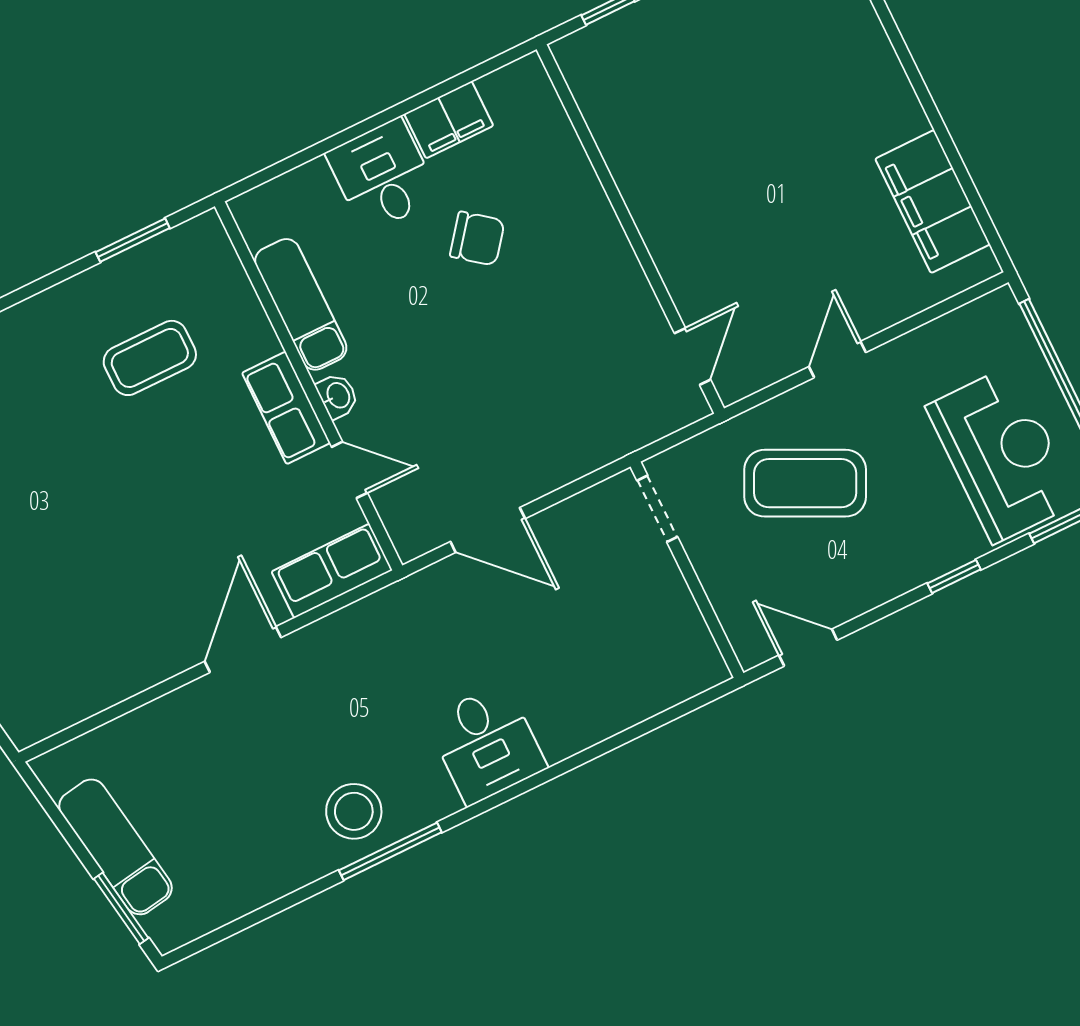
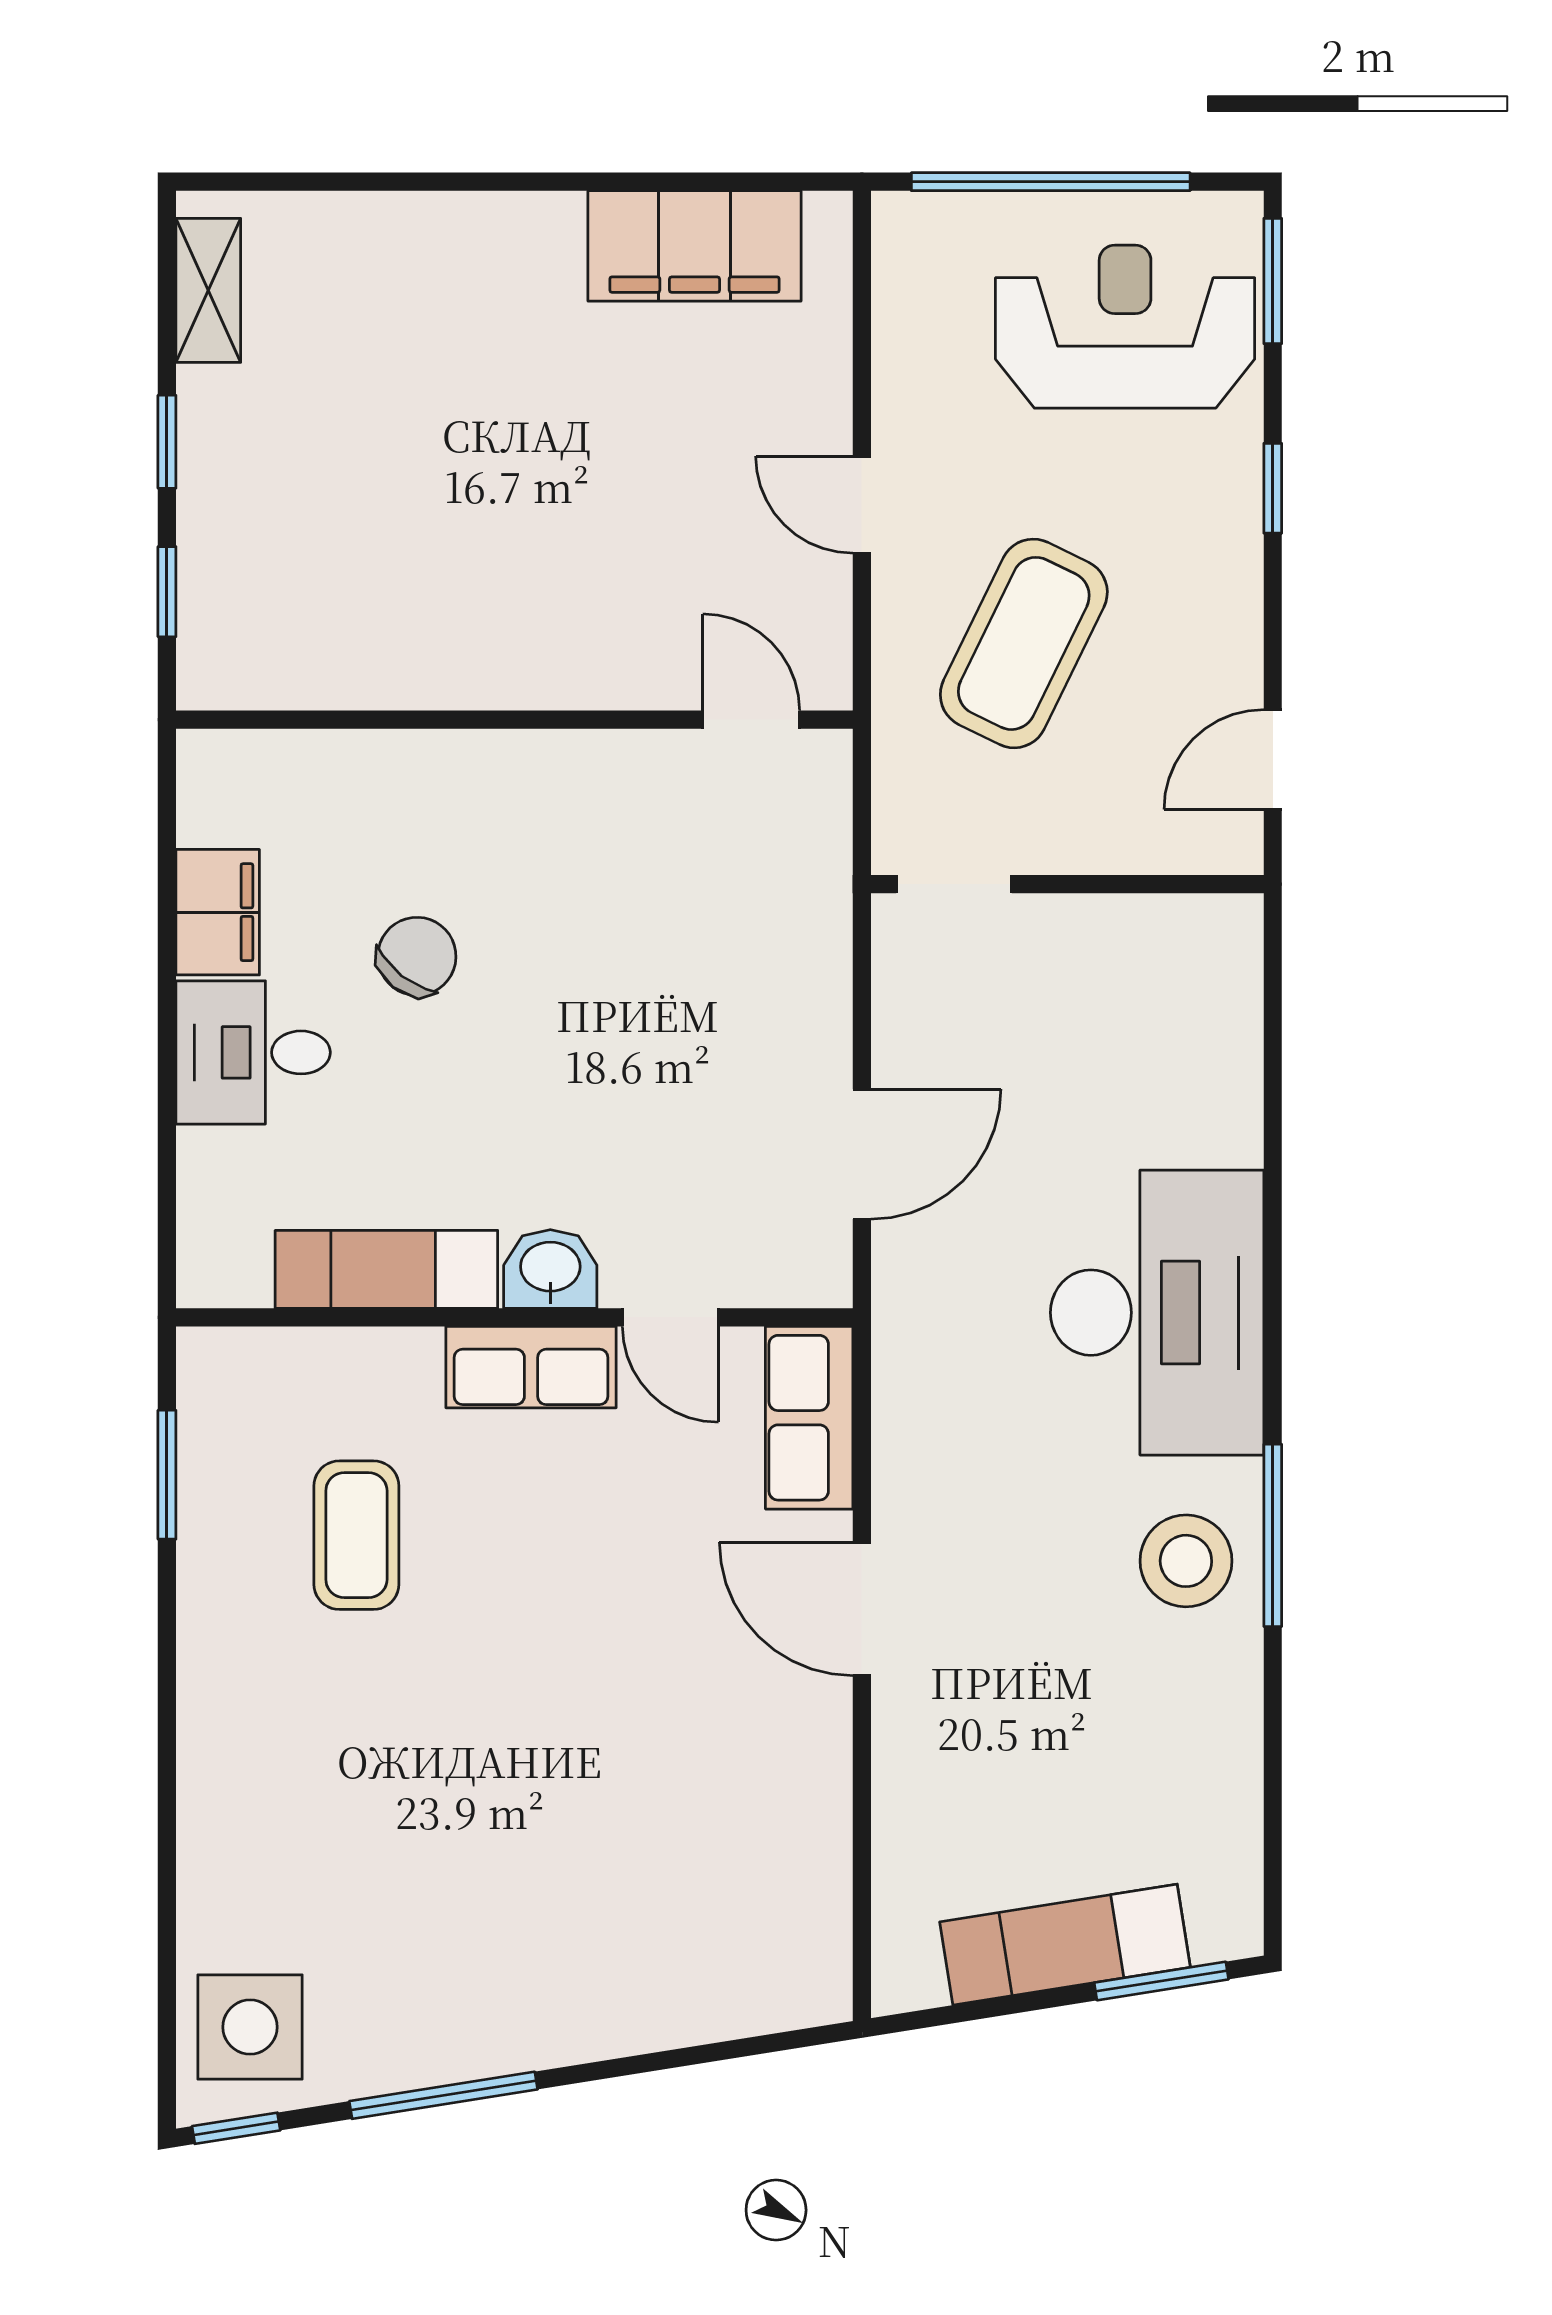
washbasin: (337, 396) -> (550, 1269), width x1.38, depth x1.45
door: (349, 470) -> (670, 1317), swing flipped
desk: (486, 744) -> (1157, 1313), width x1.87, depth x1.30

